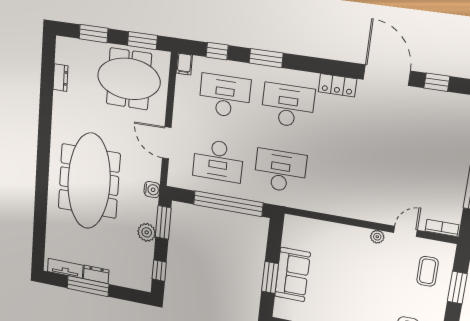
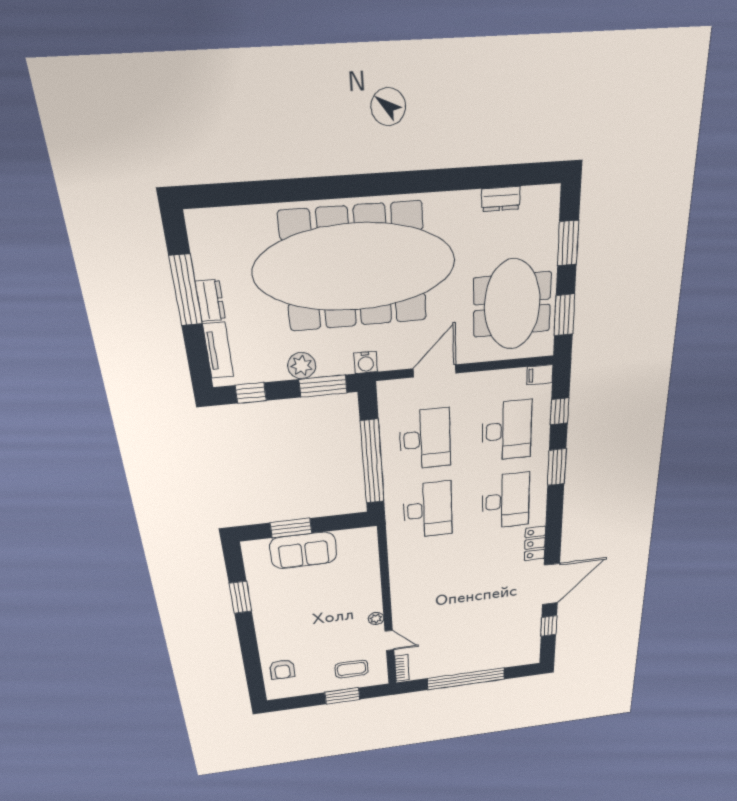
desk: (218, 160) -> (425, 439), turned 180
meeting table: (89, 181) -> (355, 267), width x1.36, depth x1.27
tv unit: (65, 268) -> (218, 350), moved

